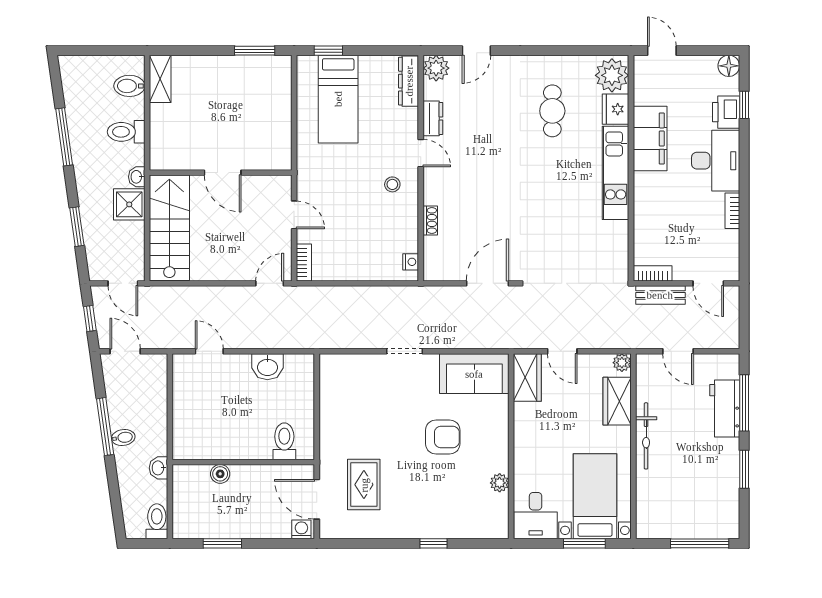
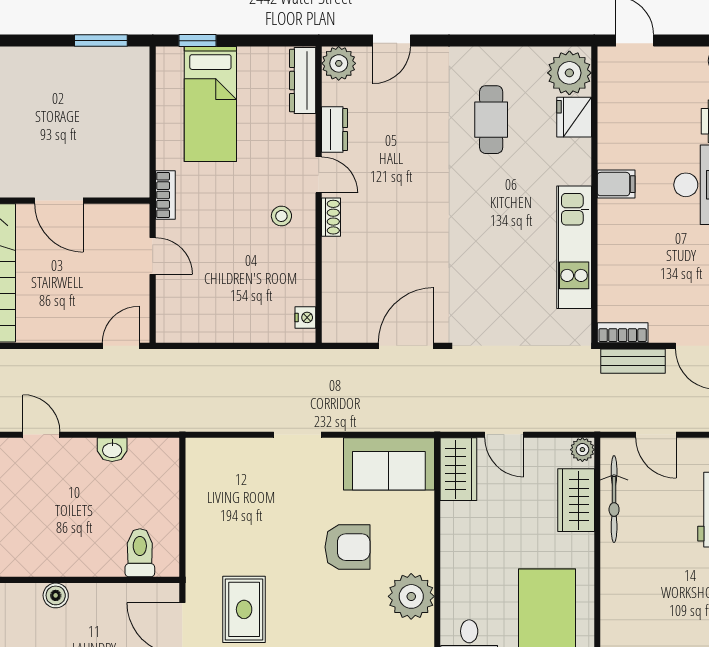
filing cabinet: (650, 139) -> (616, 184), width x0.33, depth x0.86
kitchen unit: (616, 173) -> (574, 247), moved
shoe rack: (430, 221) -> (331, 217), moved
bookcase: (304, 263) -> (165, 195), moved
washbasin: (267, 367) -> (112, 450), width x0.72, depth x0.69
bicycle: (646, 436) -> (614, 499), moved
plant: (500, 483) -> (411, 596), width x1.88, depth x1.88

